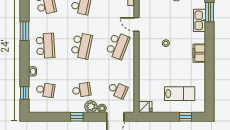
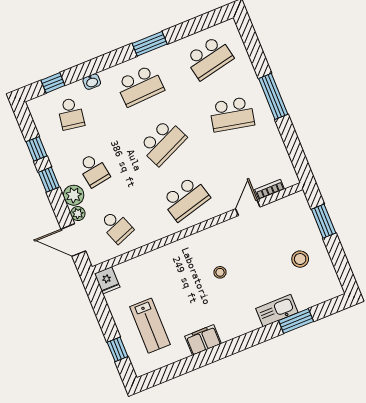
door: (137, 24) -> (248, 208), moved
school desk: (82, 46) -> (163, 142), turned -36
school desk: (118, 46) -> (186, 199), turned -36
filing cabinet: (199, 53) -> (203, 340), moved
school desk: (118, 90) -> (116, 227), turned -45
window: (57, 117) -> (36, 149), added

